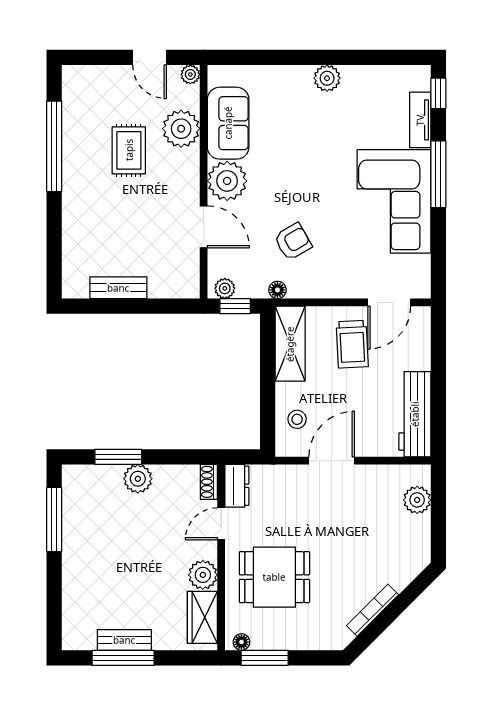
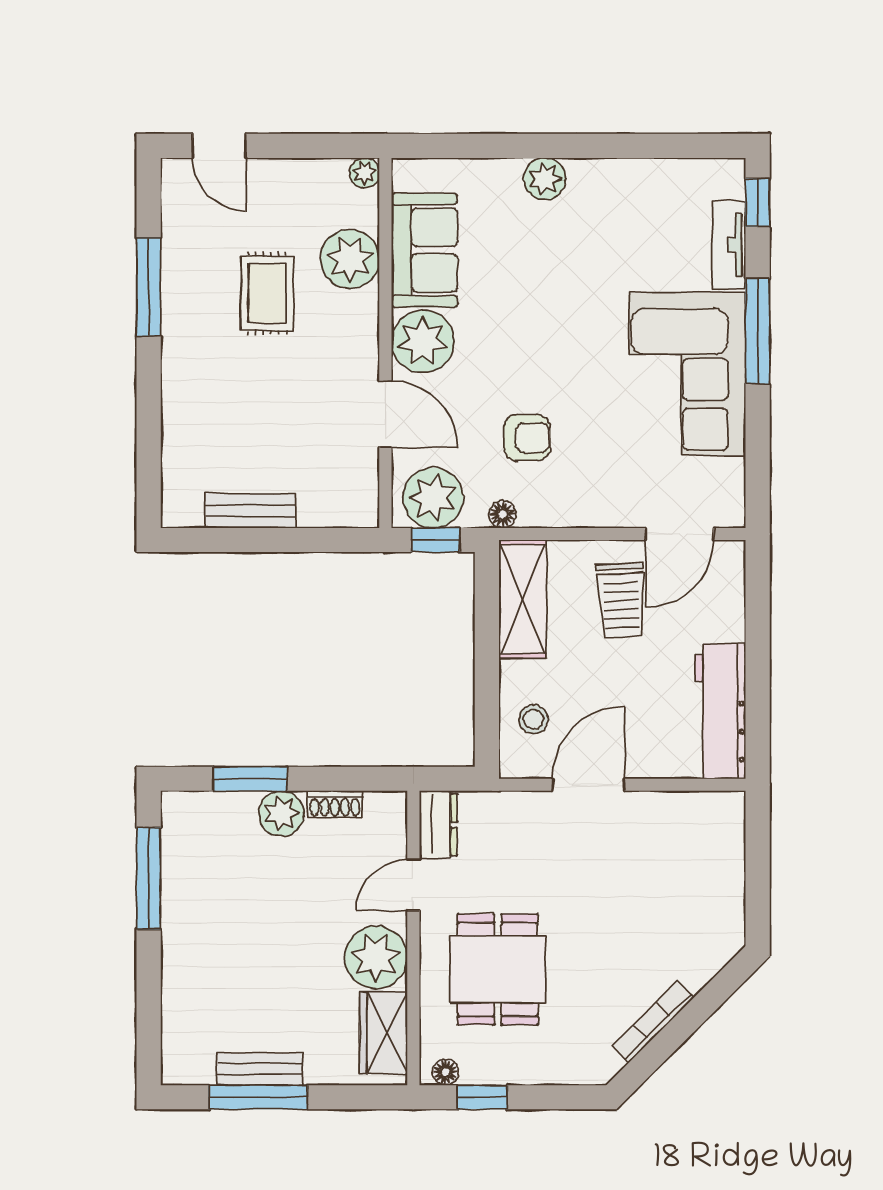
door: (149, 57) -> (219, 146), moved
plant: (327, 78) -> (545, 179), moved
window: (54, 146) -> (149, 287), width x0.68
armchair: (293, 242) -> (527, 438), turned 30
plant: (225, 288) -> (433, 498), width x1.87, depth x1.87
shoe rack: (209, 482) -> (335, 804), moved, turned -90
plant: (417, 500) -> (724, 847), removed
plant: (203, 575) -> (376, 957), width x1.36, depth x1.36
dining table: (274, 577) -> (498, 969), turned 90
window: (265, 658) -> (482, 1097), width x0.67

